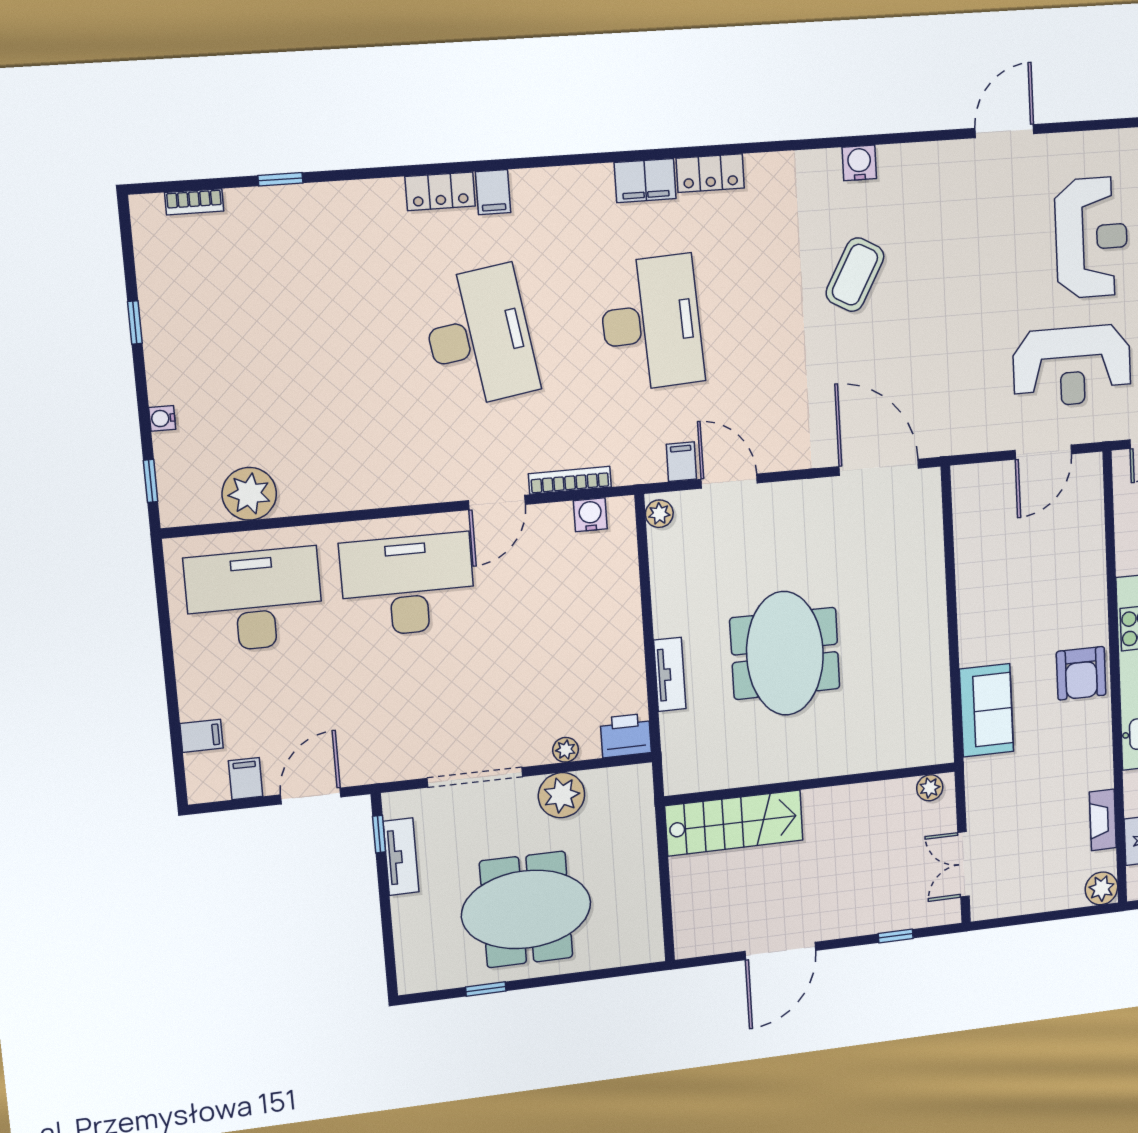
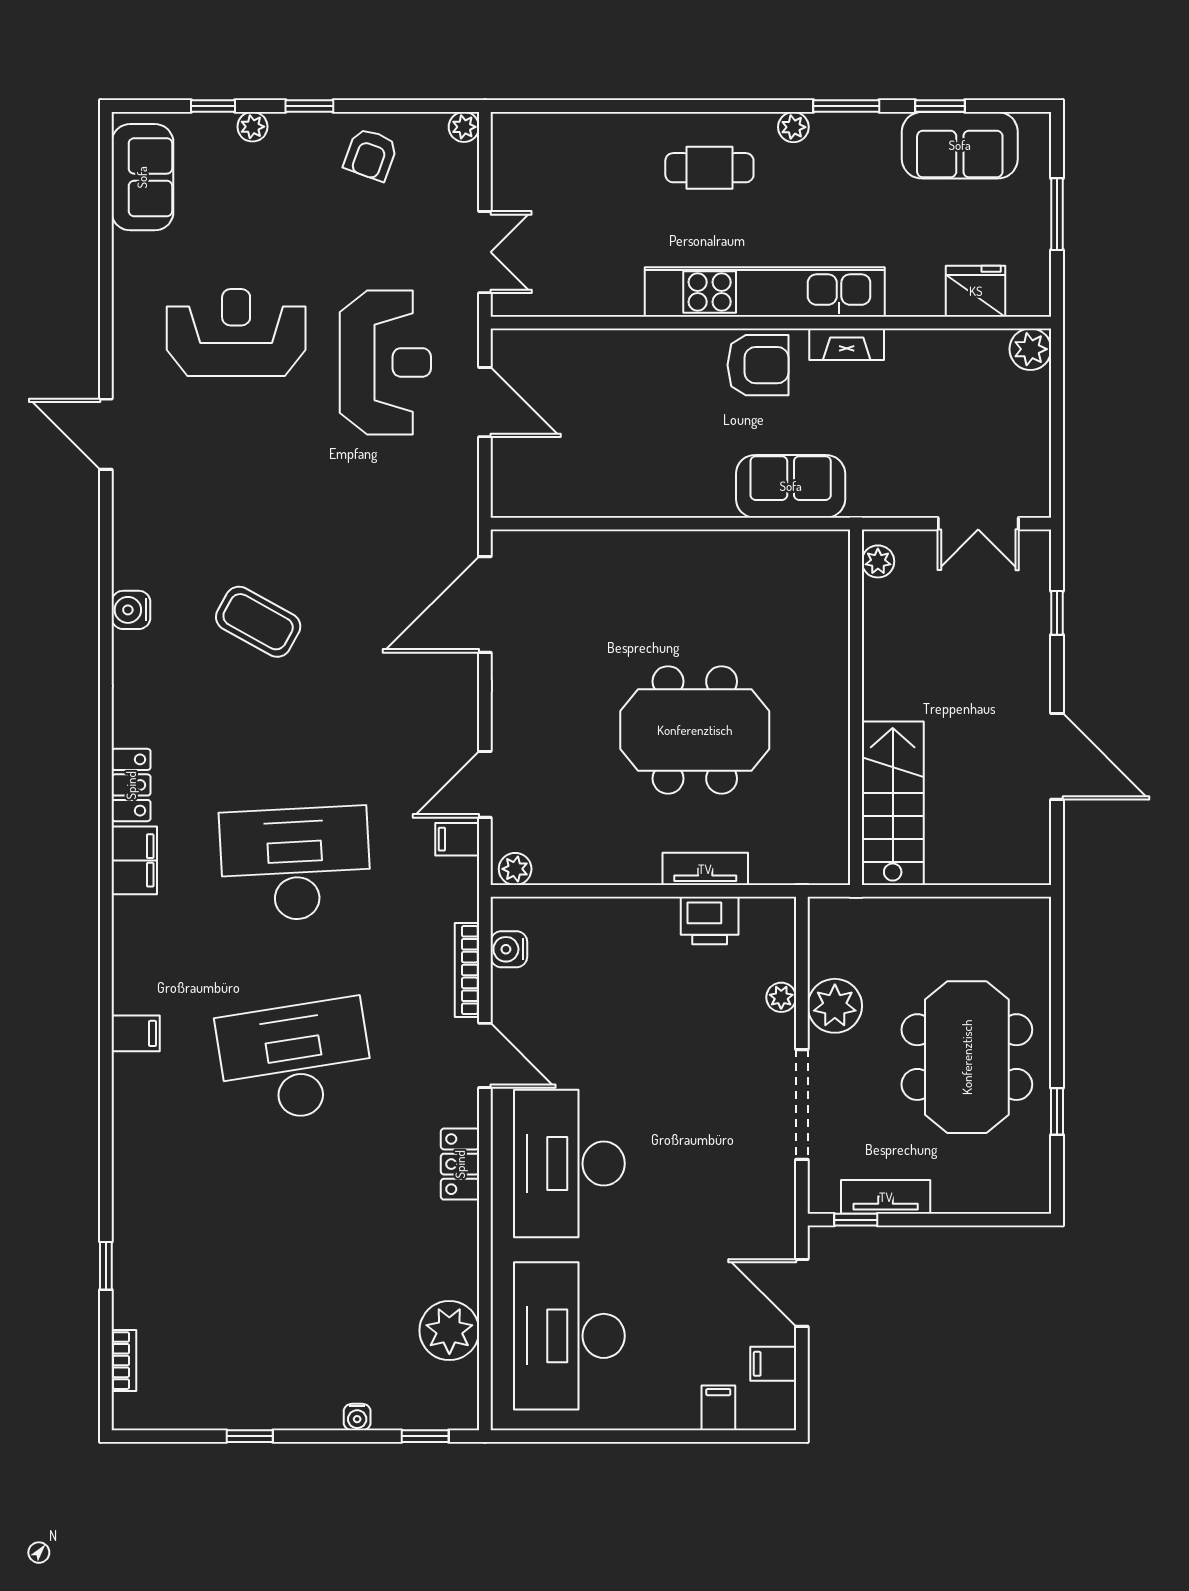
locker: (440, 191) -> (460, 1164), moved, turned 180
printer: (626, 735) -> (710, 921), moved, turned -90
fireplace: (1103, 820) -> (847, 344), moved

